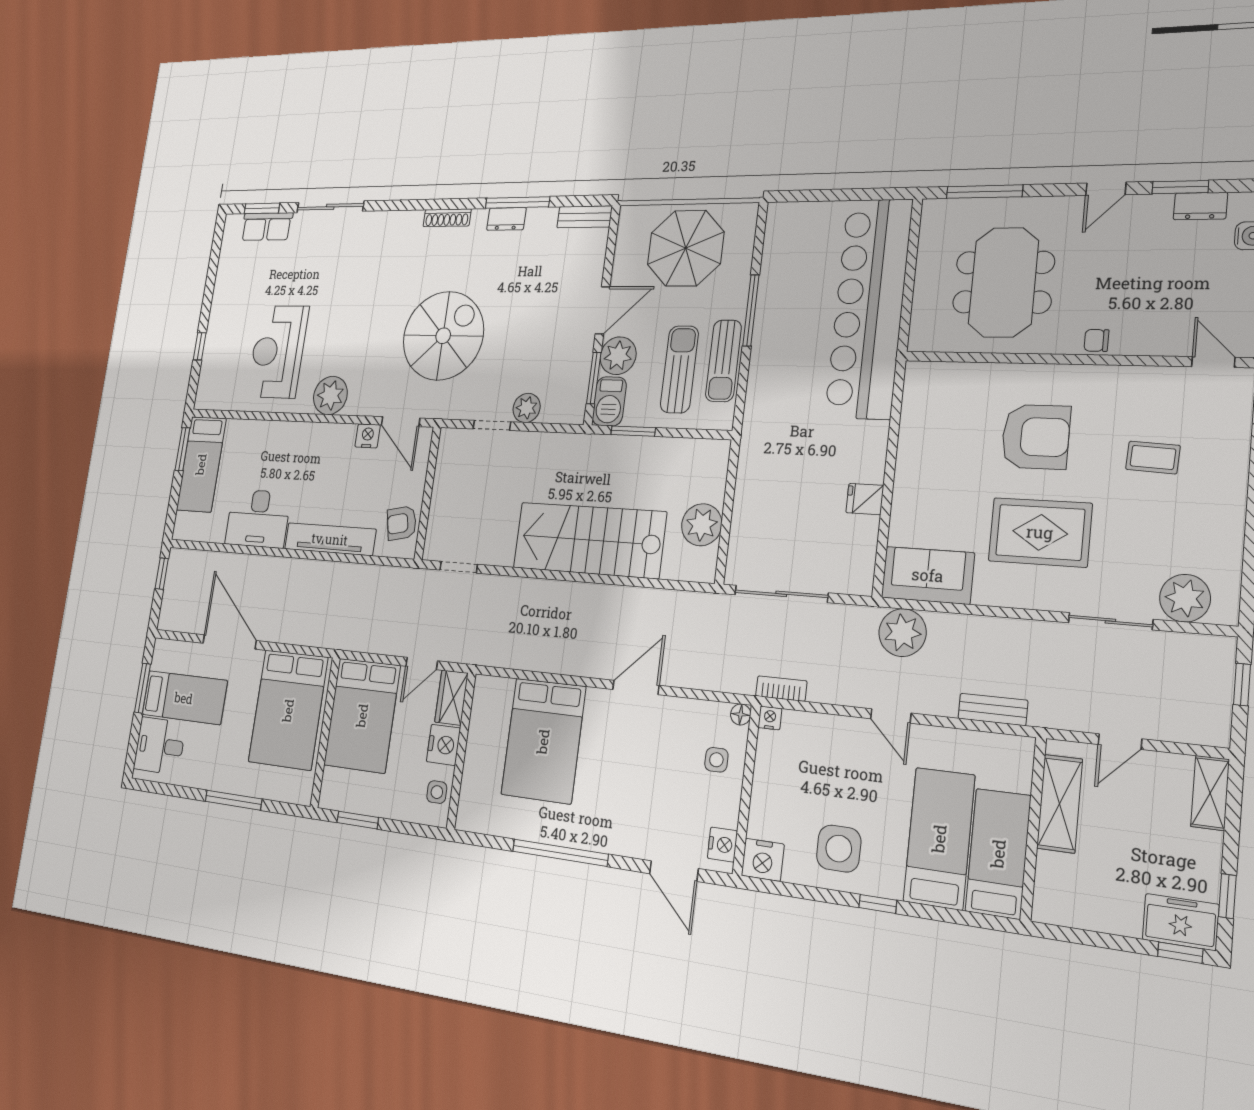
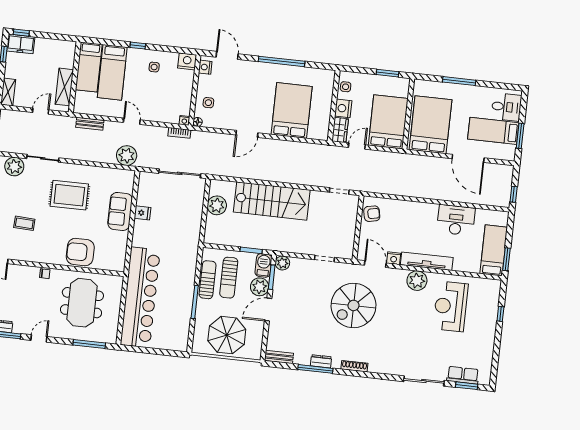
reception desk: (278, 352) -> (451, 306), turned 180
plant: (527, 408) -> (282, 263), moved
armchair: (1036, 437) -> (80, 252), moved
tv unit: (330, 539) -> (427, 261), moved, turned 180
sofa: (928, 575) -> (120, 211), moved, turned 90
side table: (839, 849) -> (154, 67), width x0.54, depth x0.54

